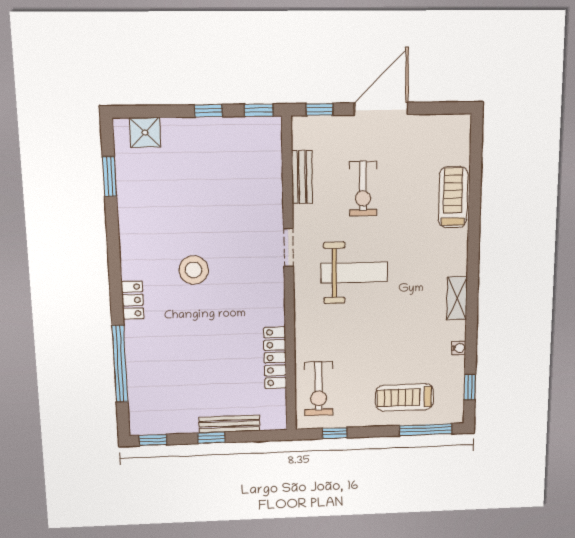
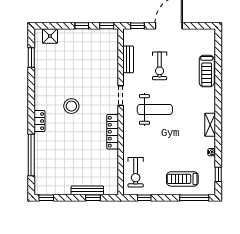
treadmill: (453, 197) -> (207, 71), turned 180
locker: (275, 358) -> (113, 132), moved
window: (211, 438) -> (93, 198), moved

